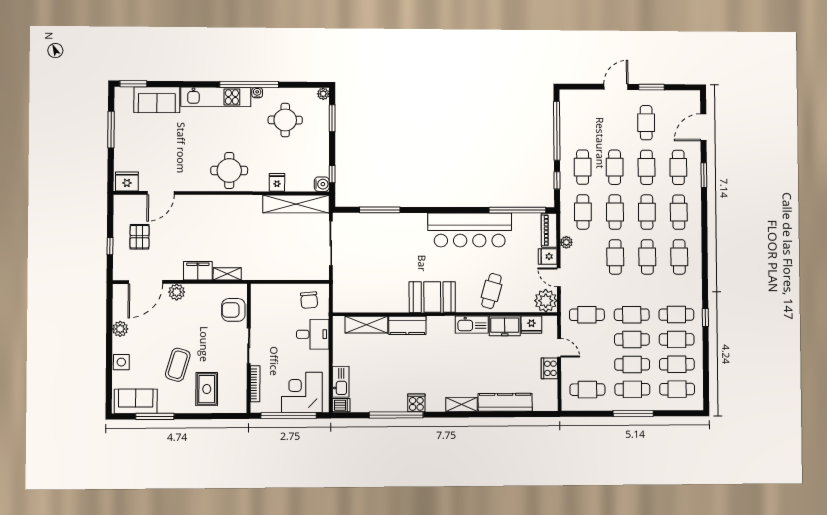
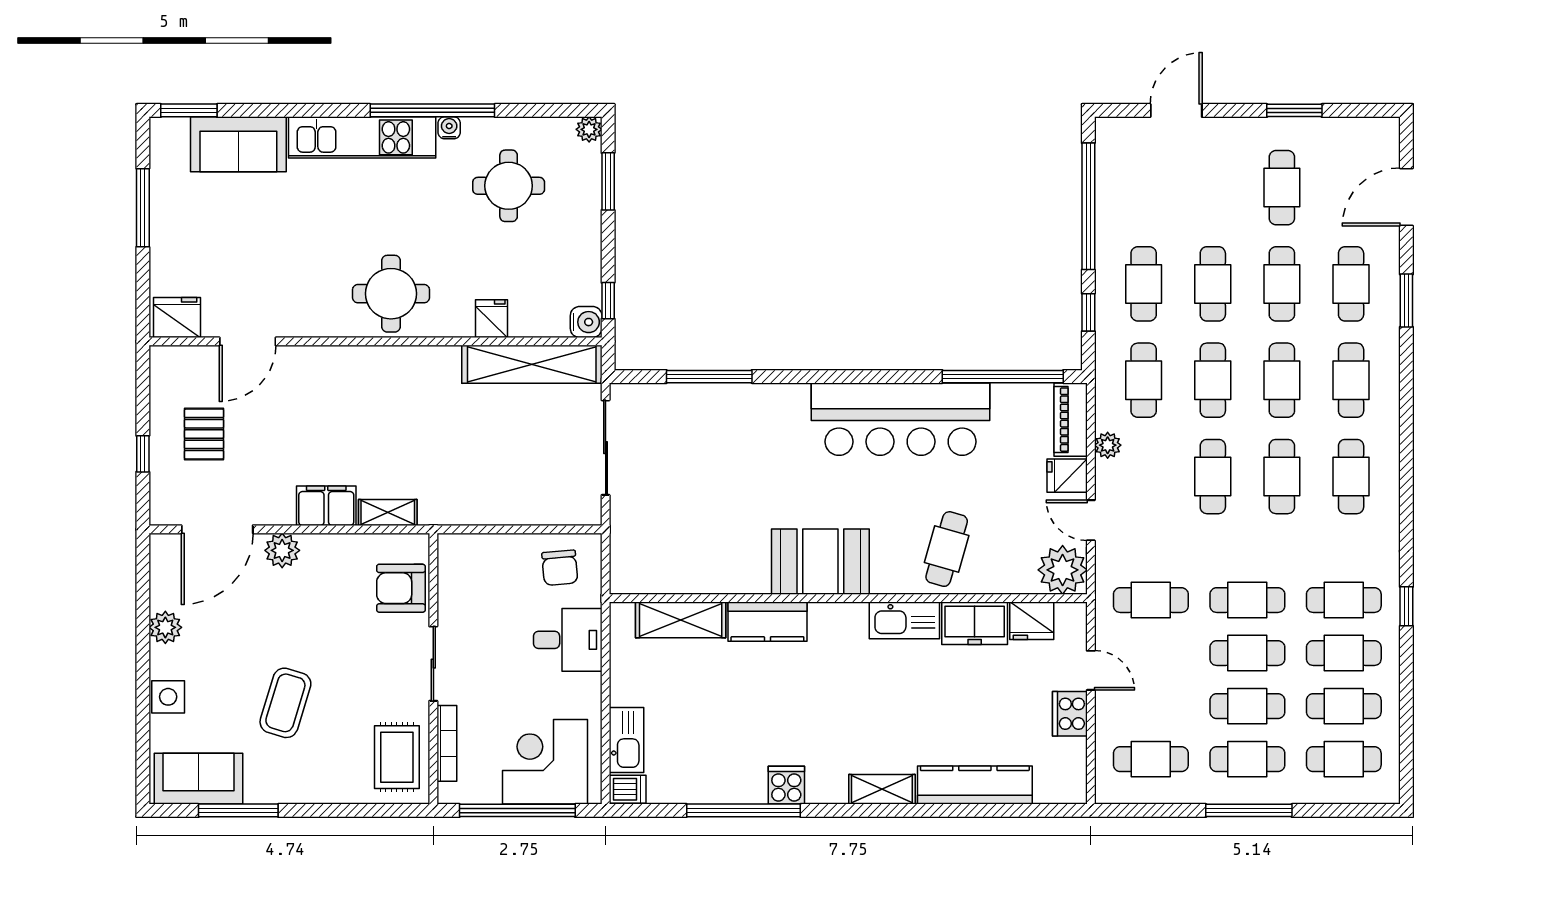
door: (616, 87) -> (1176, 110), moved
rug: (207, 389) -> (397, 757), moved

